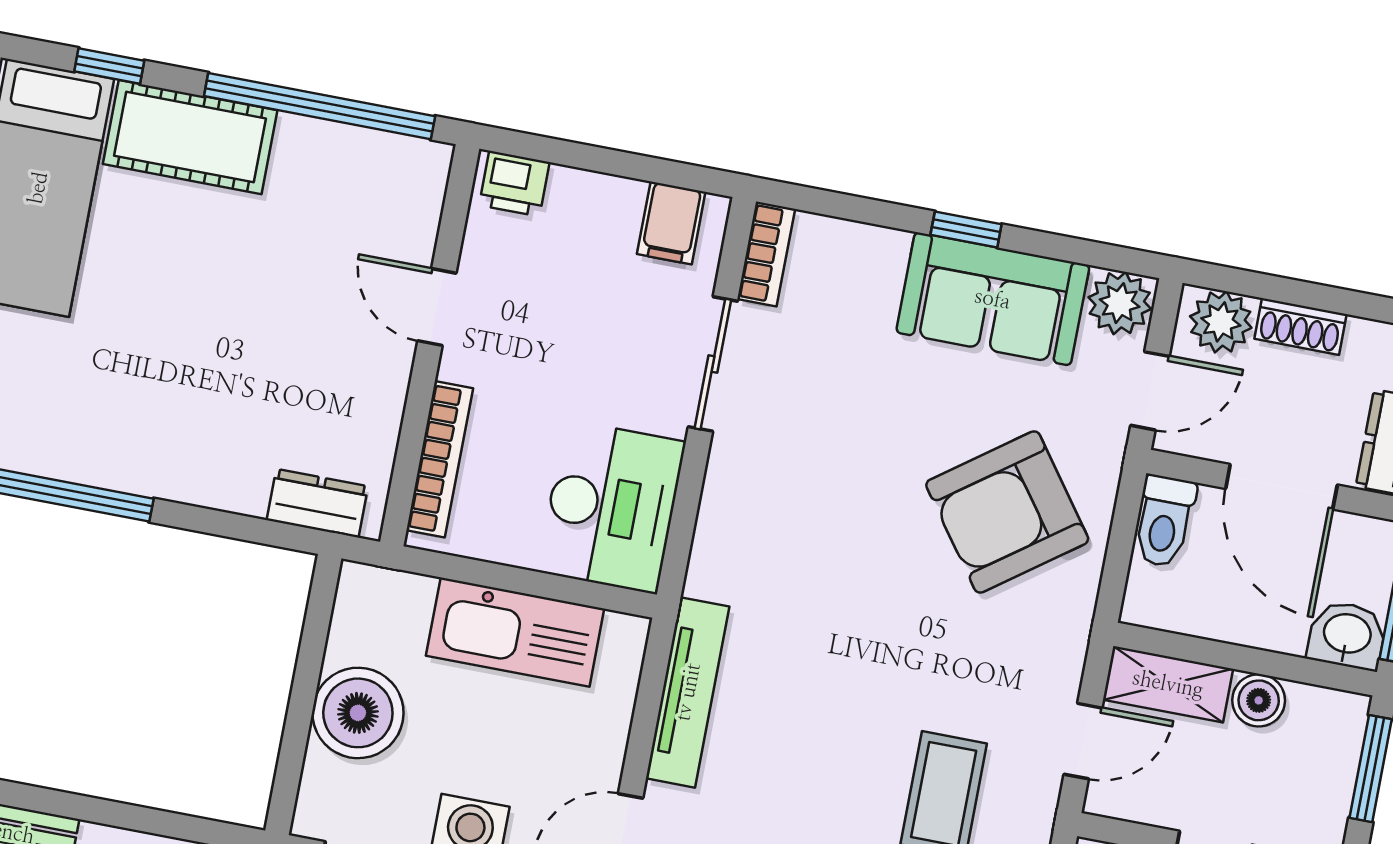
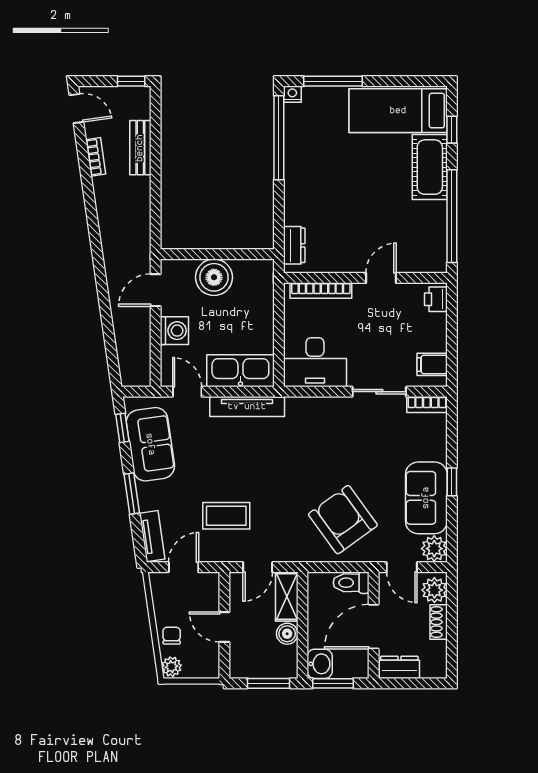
kitchen sink: (515, 632) -> (240, 371), moved, turned 90
door: (1083, 741) -> (258, 567), hinge flipped

